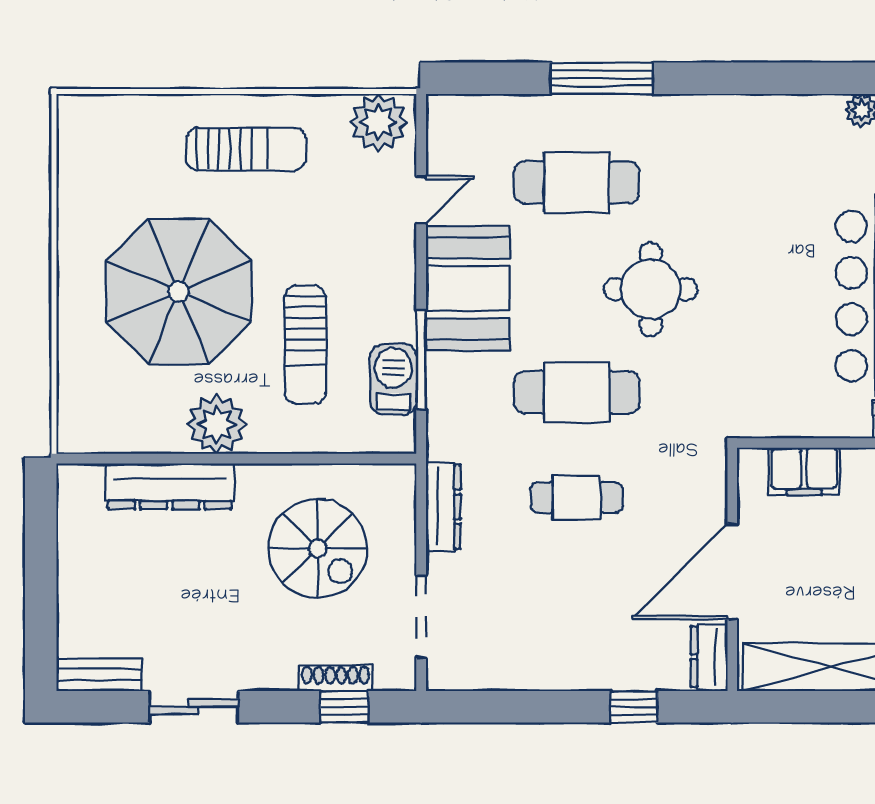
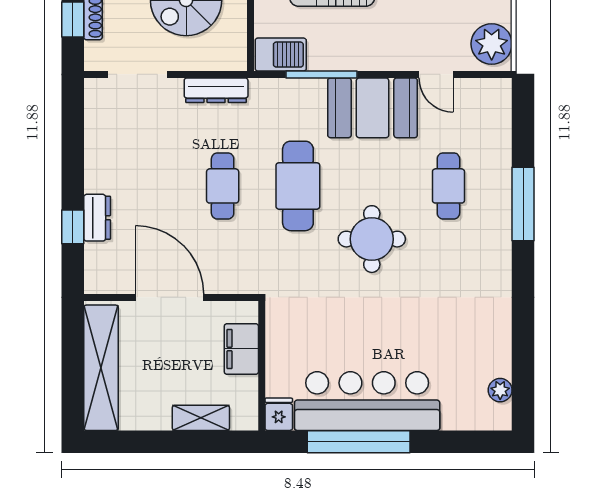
cafe table: (577, 182) -> (448, 186), width x0.73, depth x0.74
barbecue: (393, 379) -> (281, 55), moved
dresser: (709, 657) -> (97, 218), moved, turned 90

